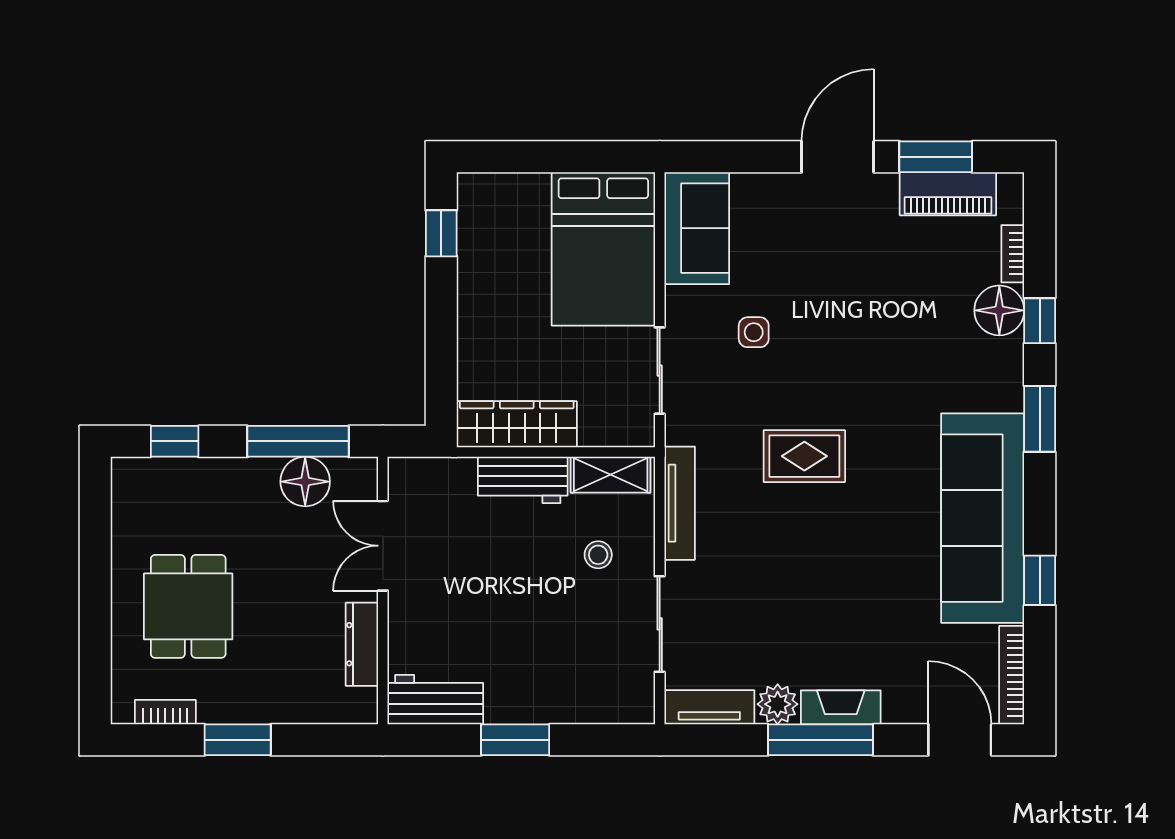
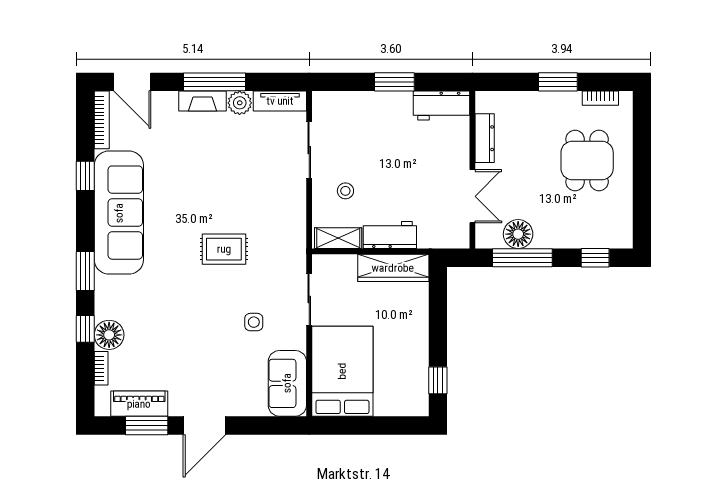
tv unit: (680, 503) -> (297, 221), removed

